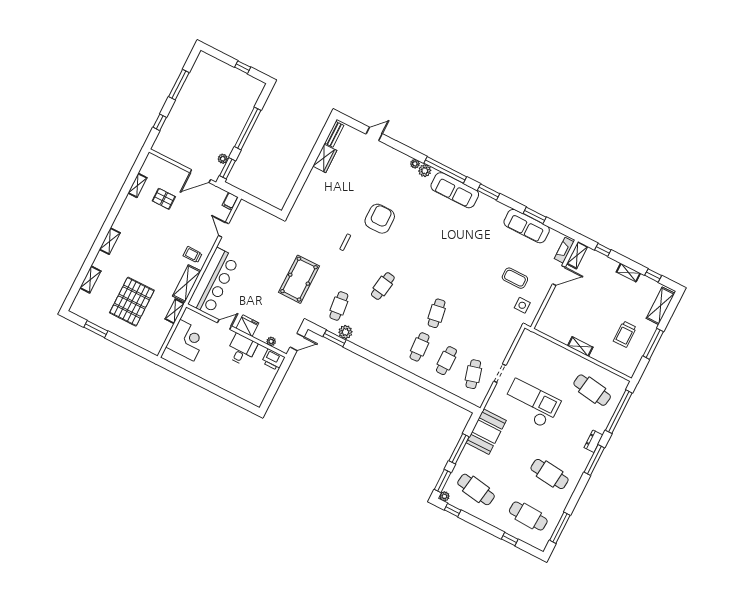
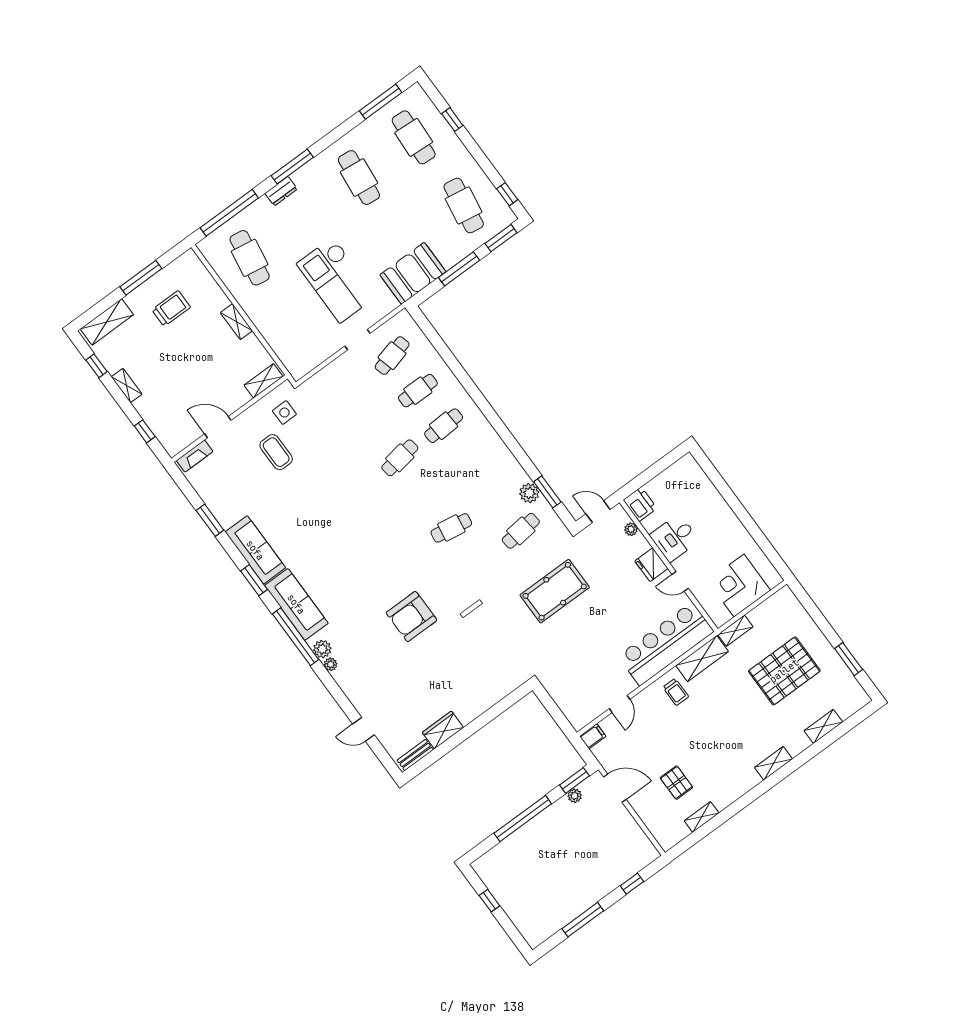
sofa: (527, 226) -> (255, 550), moved
shelving: (577, 255) -> (264, 381), moved
plant: (444, 496) -> (509, 217), removed

